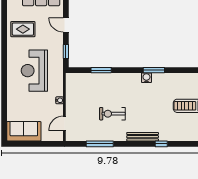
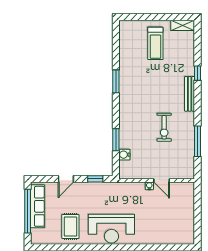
reception desk: (34, 71) -> (111, 229), moved
water cooler: (146, 78) -> (124, 155), moved
door: (64, 123) -> (162, 180), moved
sofa: (24, 131) -> (184, 225), removed

